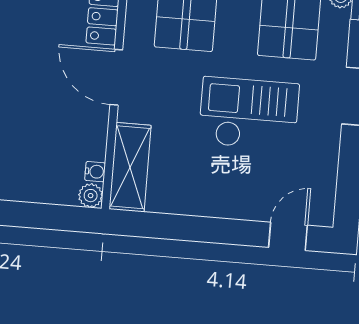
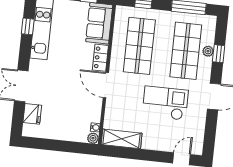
shelving: (130, 167) -> (122, 139), moved, turned 90

